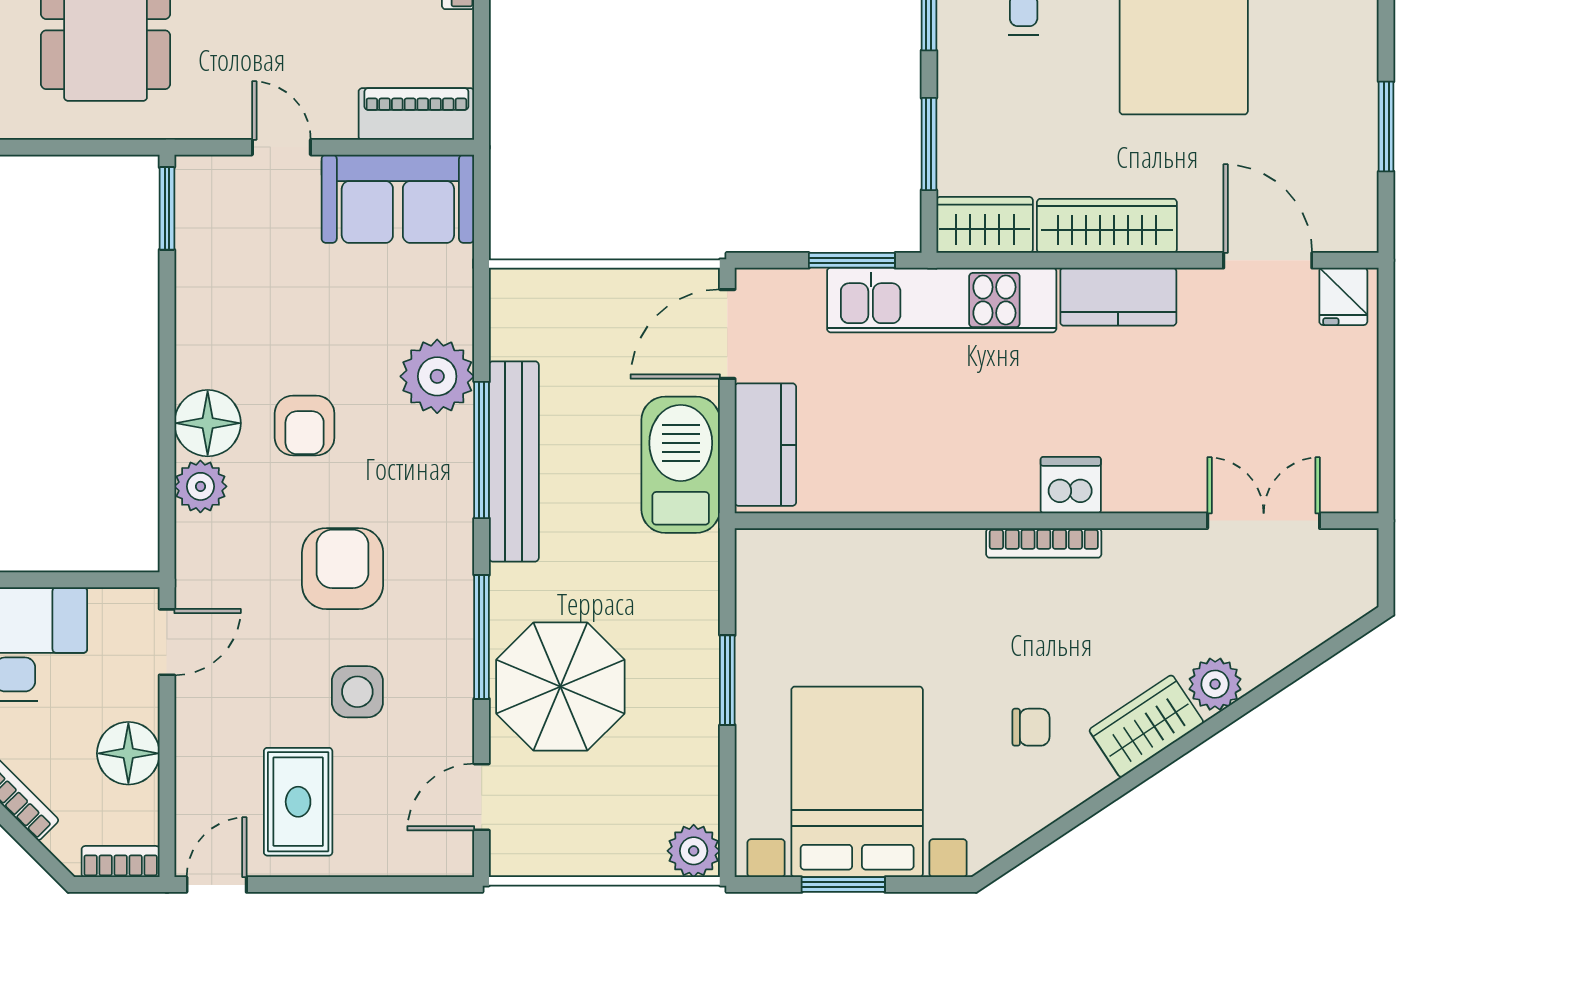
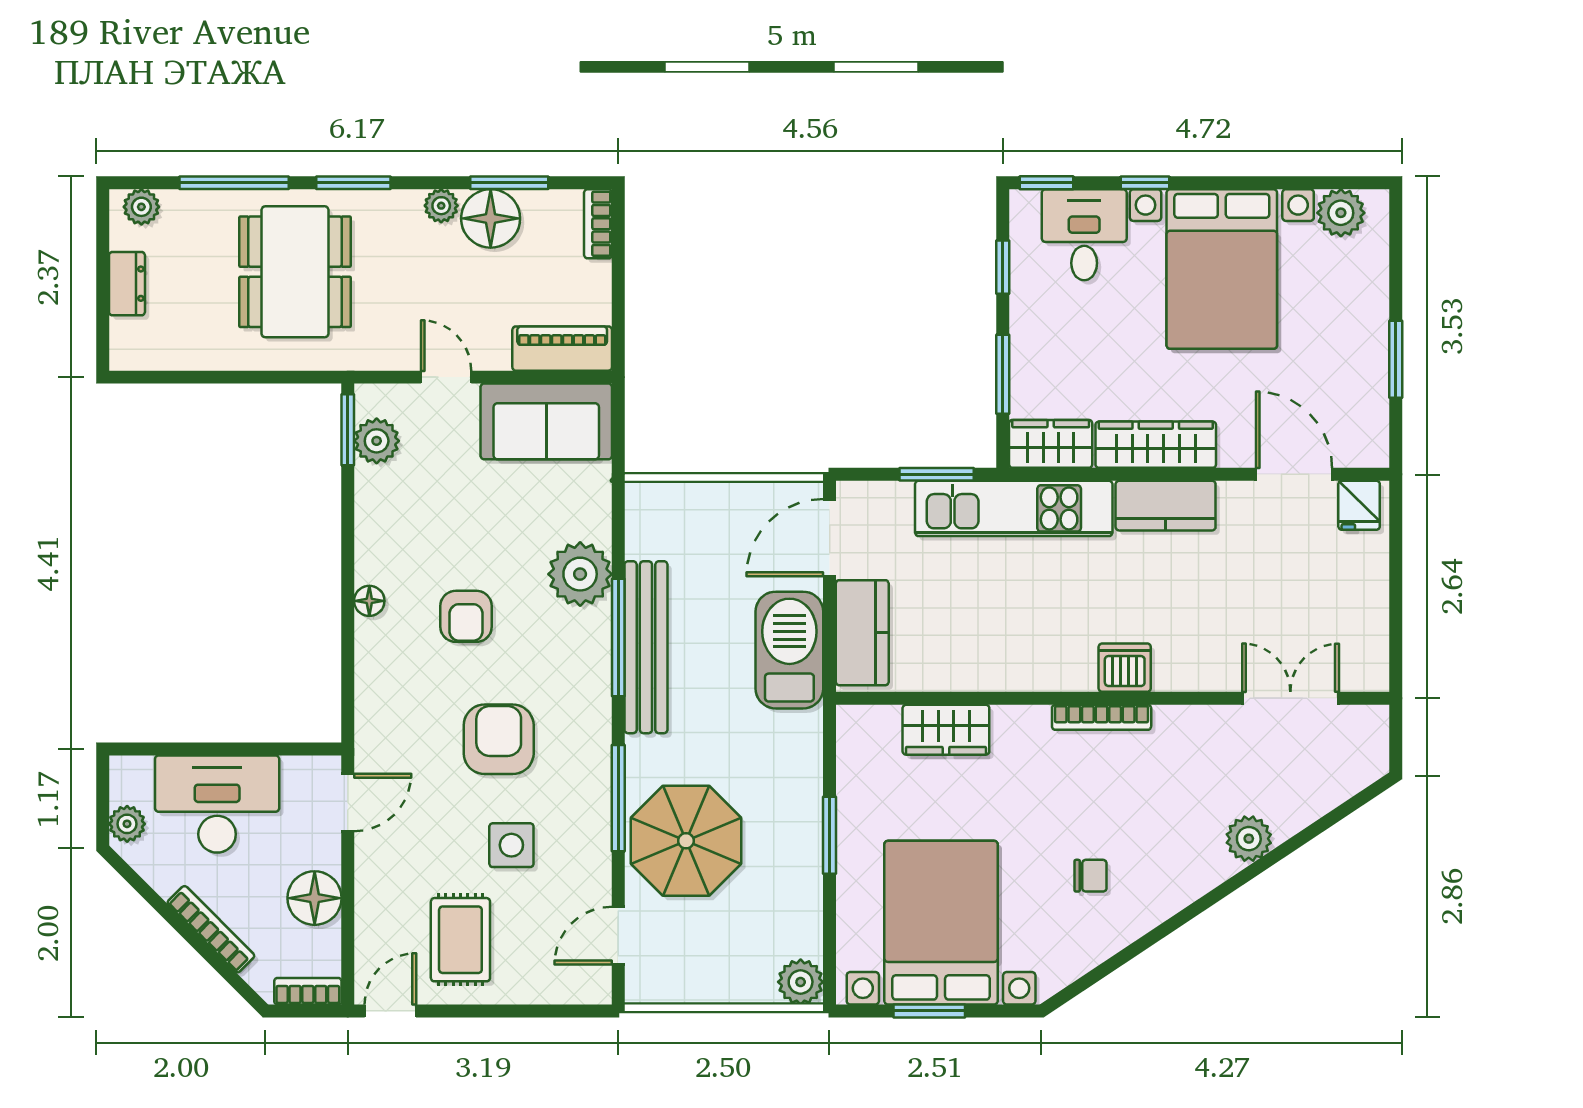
floor lamp: (208, 423) -> (369, 601), width x0.53, depth x0.53
plant: (200, 486) -> (377, 441), moved
wardrobe: (1146, 726) -> (946, 730), moved, turned -146

